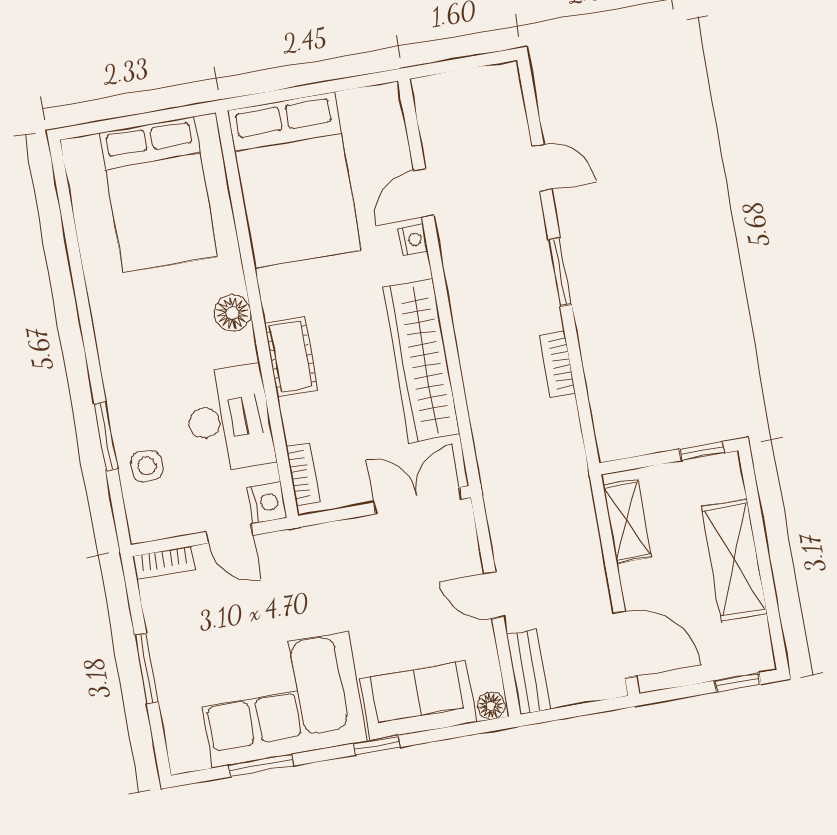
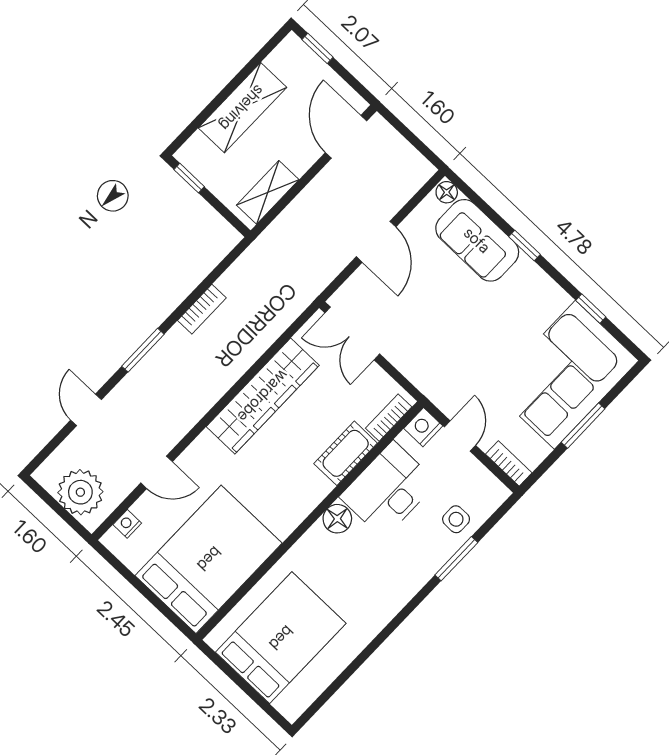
plant: (461, 99) -> (80, 492), added
nightstand: (413, 240) -> (127, 524), moved
floor lamp: (232, 313) -> (337, 519), moved
cot: (291, 357) -> (346, 453), moved
door: (494, 595) -> (376, 242), width x1.37
bench: (529, 672) -> (408, 184), removed
corner sofa: (280, 699) -> (565, 375), moved, turned 90
window: (261, 766) -> (591, 309), width x0.67

